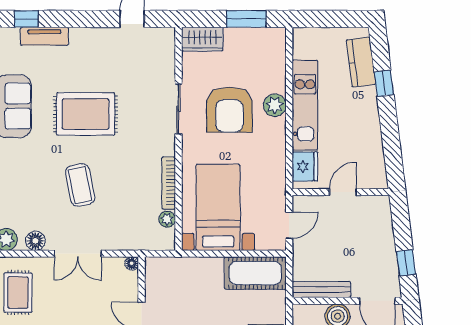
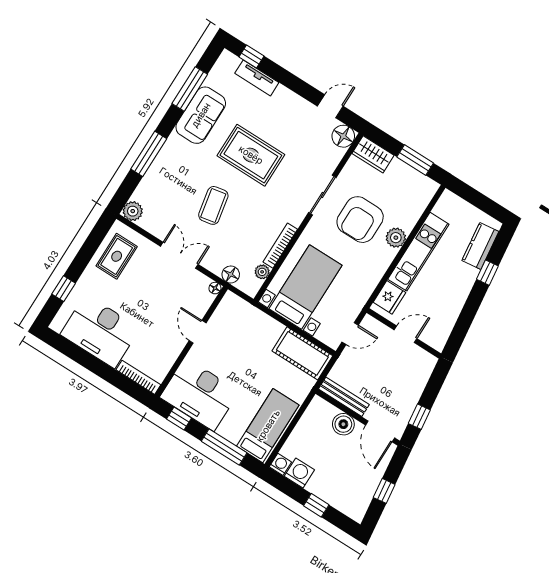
floor lamp: (163, 40) -> (343, 136), added
floor lamp: (35, 241) -> (231, 274), moved
double door: (78, 254) -> (179, 255), swing flipped

